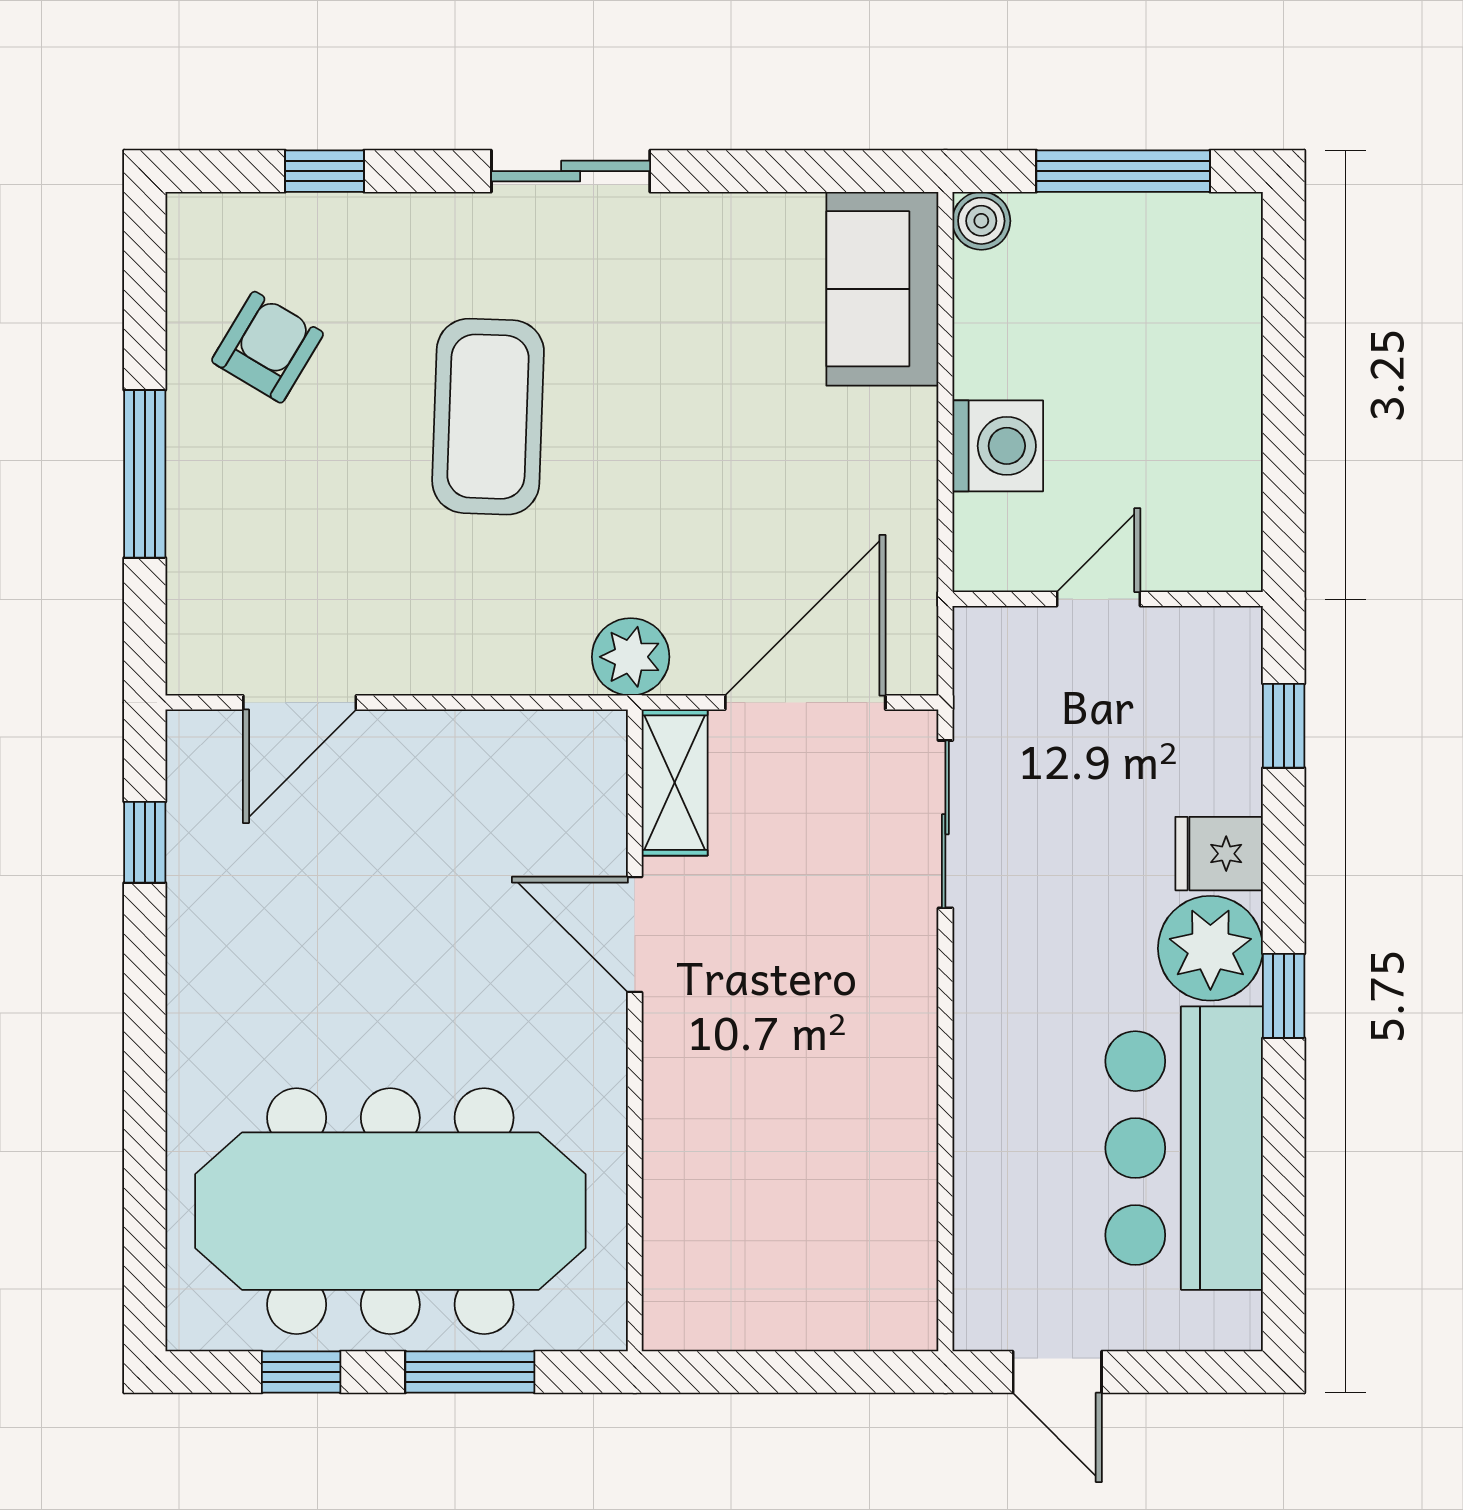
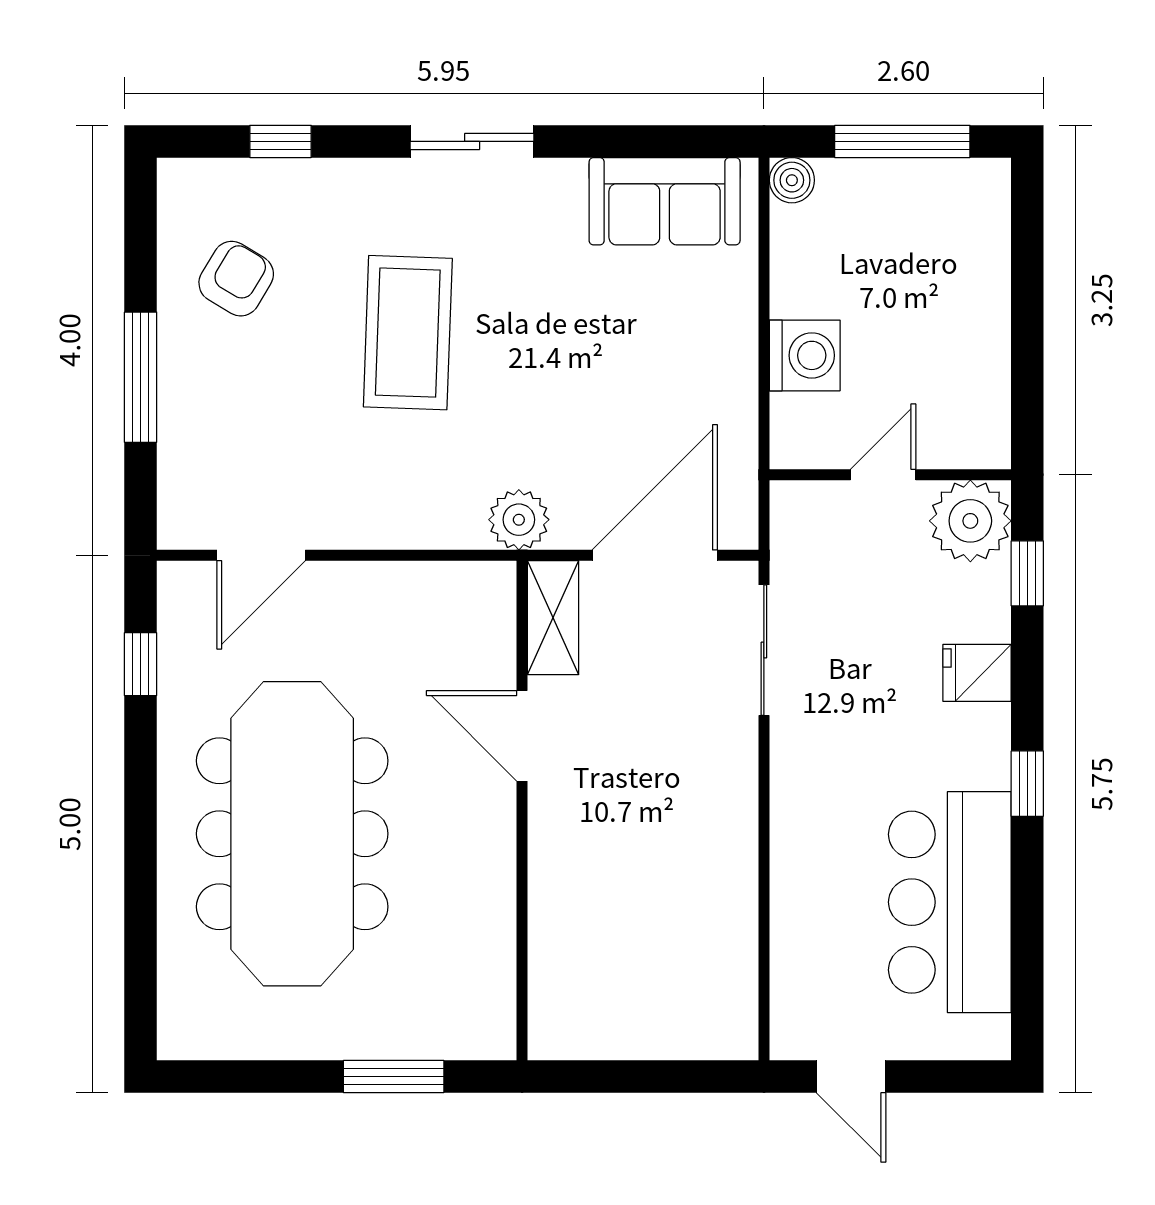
sofa: (882, 289) -> (665, 201), moved, turned -90
plant: (1210, 948) -> (970, 521), moved
meeting table: (390, 1211) -> (292, 834), moved, turned 90
window: (301, 1372) -> (262, 1077), removed

